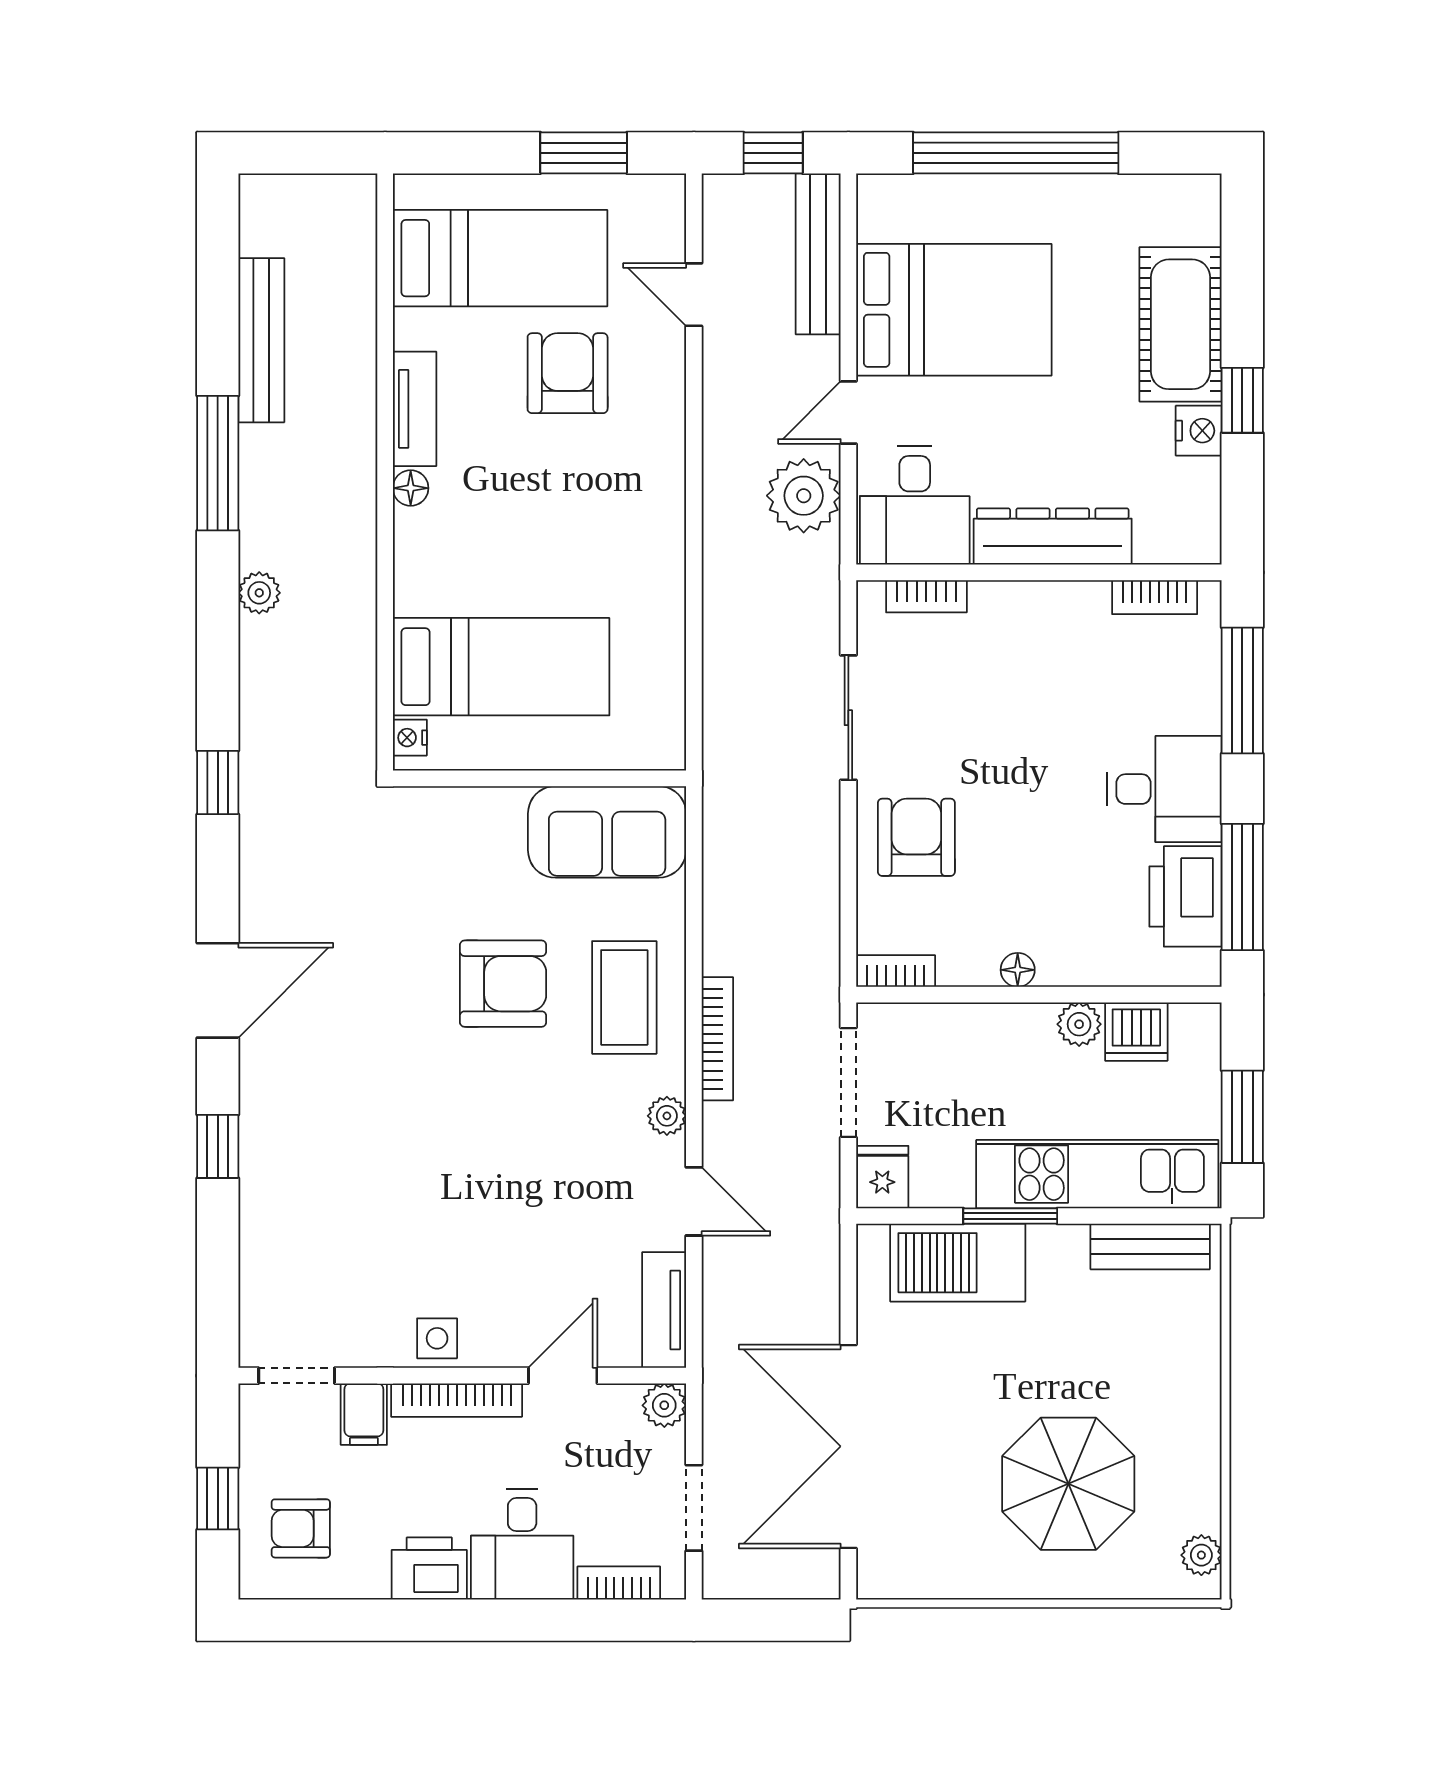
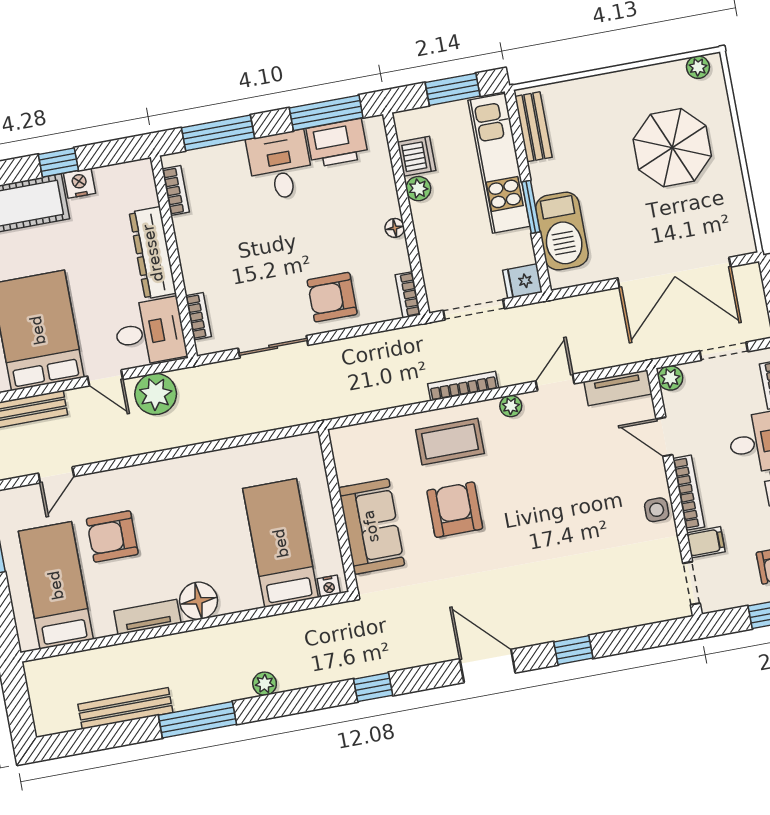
floor lamp: (411, 488) -> (199, 601), width x1.89, depth x1.89
sofa: (607, 832) -> (371, 526), moved

